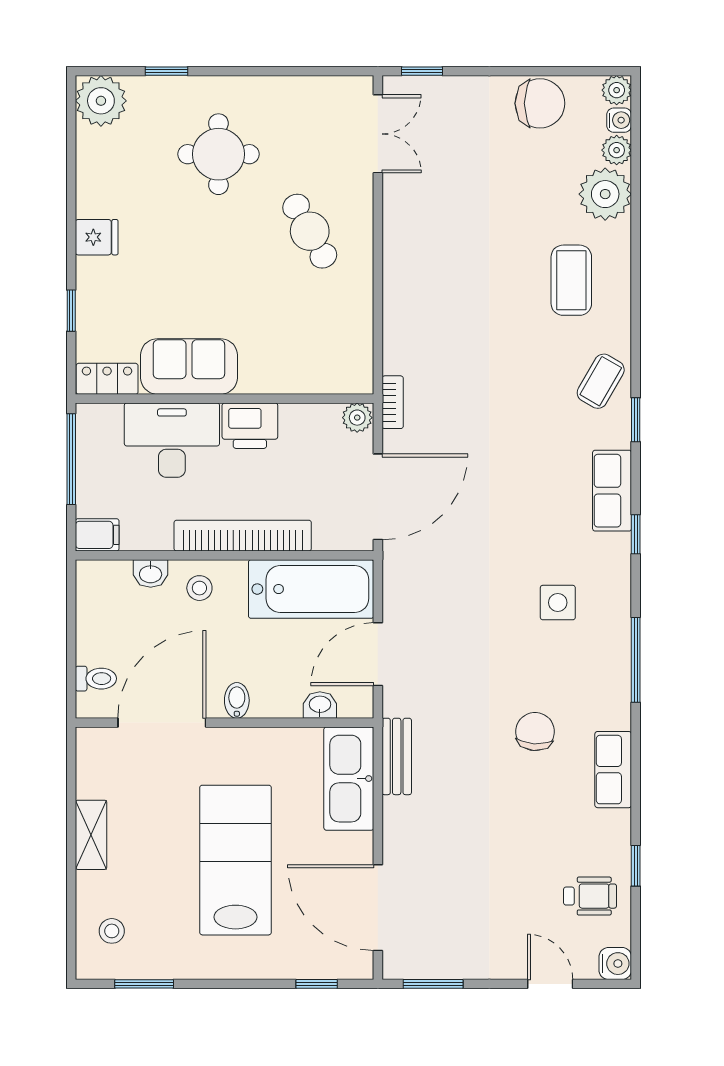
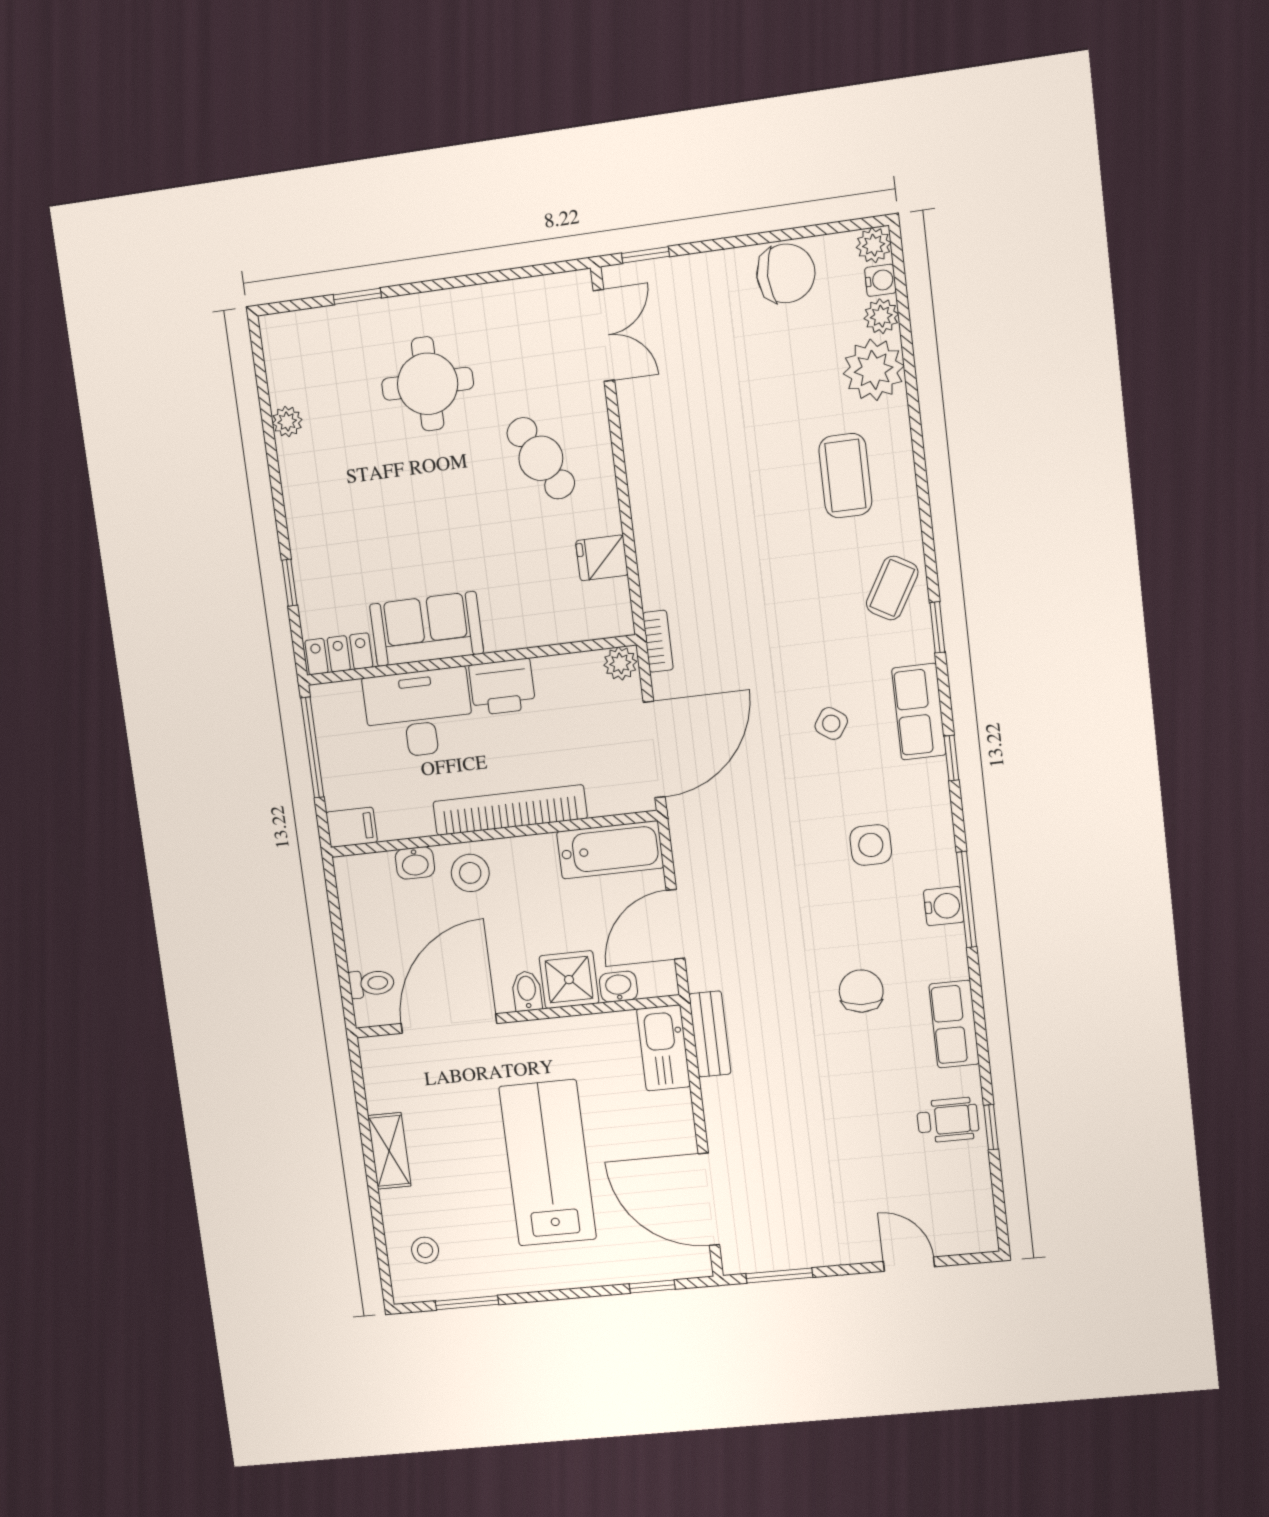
plant: (101, 101) -> (287, 422), moved, width x0.53, depth x0.53
fridge: (97, 237) -> (602, 558), moved, turned 180
side table: (535, 492) -> (831, 723), added
stool: (199, 588) -> (470, 873), width x1.37, depth x1.37
bathtub: (311, 589) -> (610, 850), width x0.73, depth x0.73
shower: (276, 694) -> (569, 980), added
kitchen sink: (349, 779) -> (663, 1048), width x0.73, depth x0.81
wheelchair: (590, 896) -> (948, 1120), moved
water cooler: (615, 964) -> (944, 906), moved

